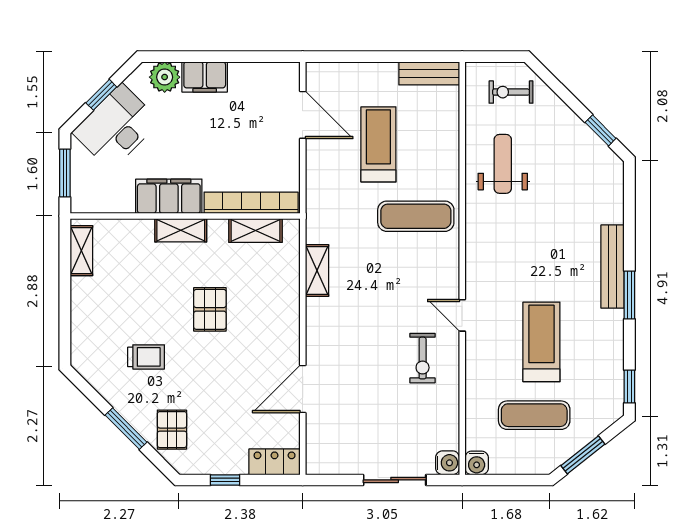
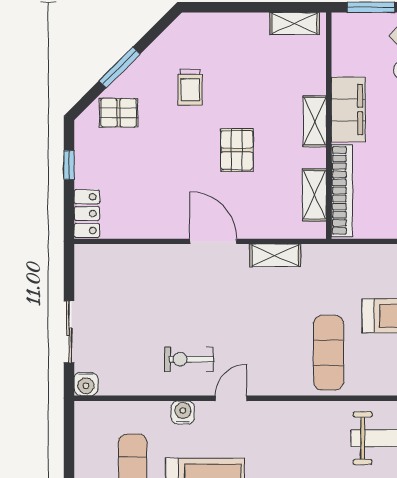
pallet: (210, 309) -> (237, 150), turned 90
door: (303, 389) -> (213, 241), moved
water cooler: (477, 463) -> (183, 412), moved, turned 90

